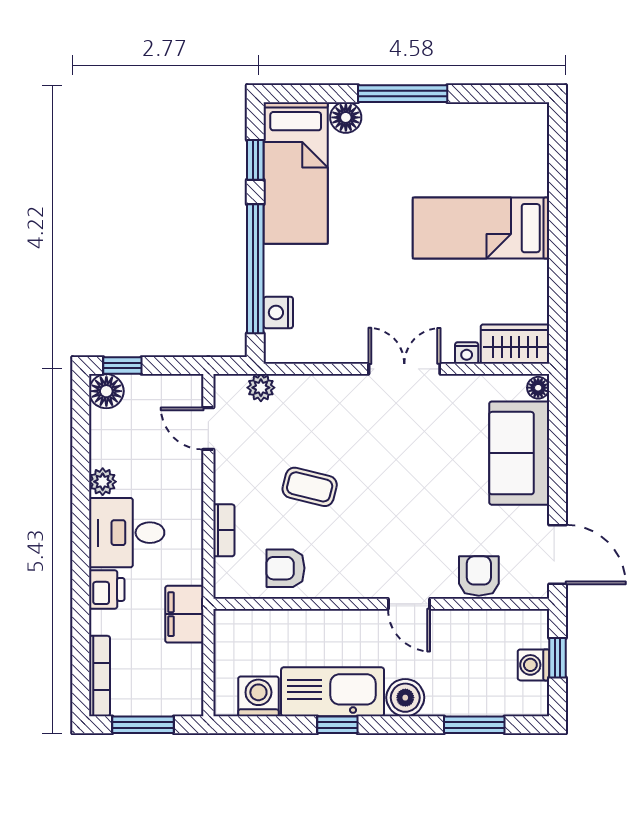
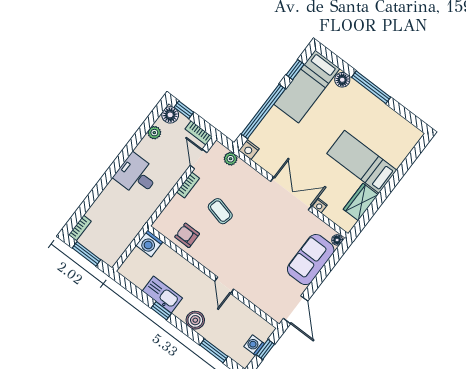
nightstand: (278, 312) -> (249, 150), moved, turned -90
wardrobe: (515, 344) -> (361, 202), moved, turned -90
double door: (404, 369) -> (291, 194), width x1.37
bookcase: (176, 385) -> (199, 133), added
plant: (103, 482) -> (154, 133), moved
bookcase: (224, 530) -> (188, 185), moved
armchair: (479, 576) -> (259, 295), removed
printer: (107, 589) -> (112, 191), removed
filing cabinet: (184, 614) -> (135, 223), removed
bookcase: (99, 676) -> (80, 228), width x0.64
kitchen sink: (333, 692) -> (162, 294), width x0.73, depth x0.81
washing machine: (258, 696) -> (149, 244), moved, turned 180

